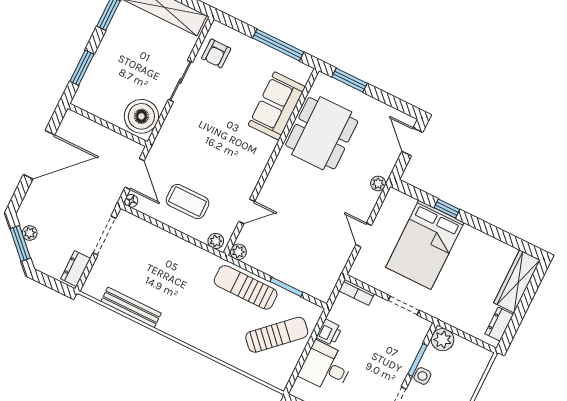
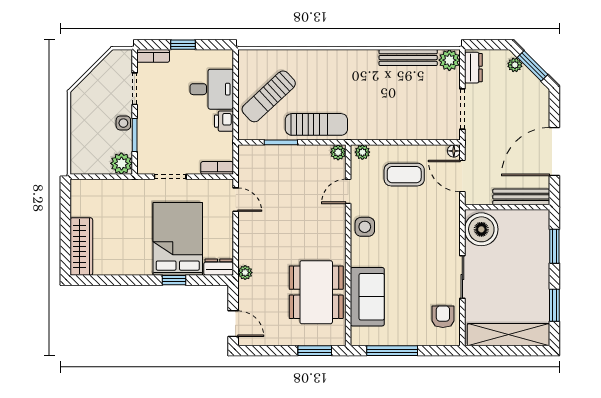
bench: (90, 128) -> (521, 197), added
side table: (247, 171) -> (365, 227), added
plant: (30, 233) -> (515, 65), moved
door: (364, 235) -> (236, 200), moved
plant: (94, 286) -> (449, 60), added
dresser: (499, 324) -> (219, 267), moved, turned -90

